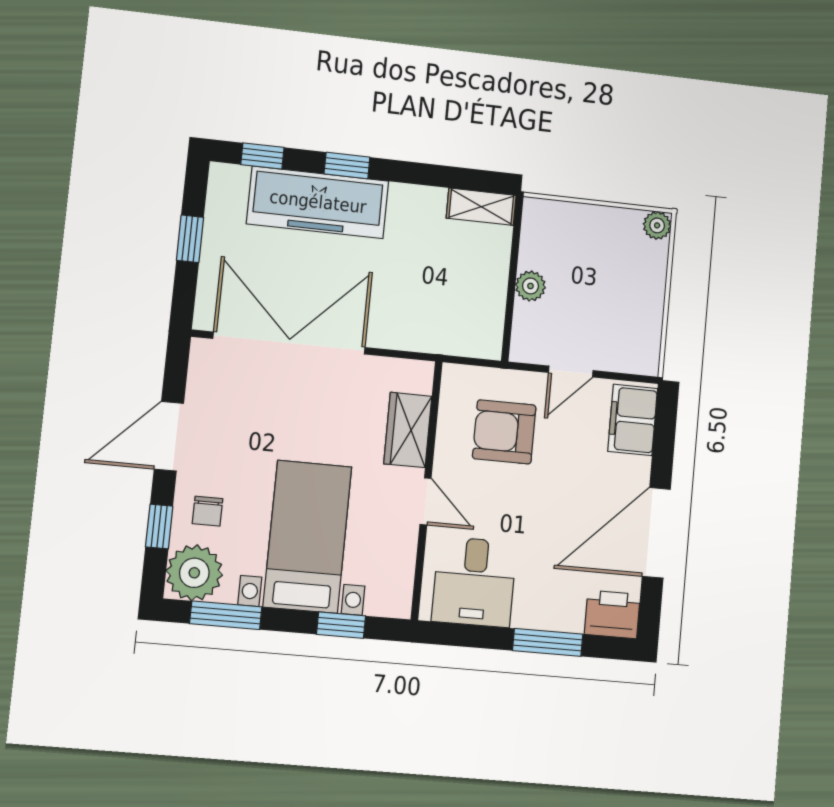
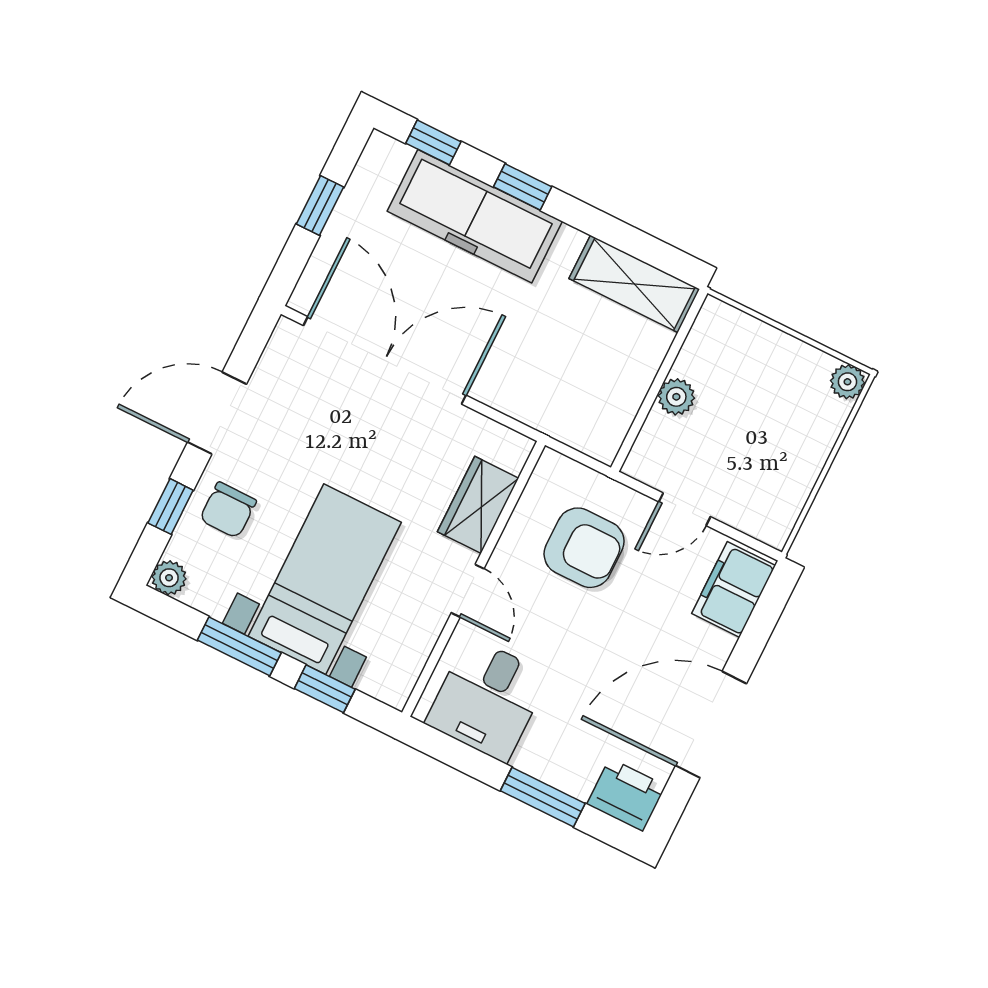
shelving: (481, 207) -> (634, 284), width x1.50, depth x1.33
armchair: (504, 432) -> (584, 548), turned 180
chair: (208, 511) -> (228, 510), width x1.37, depth x1.37
plant: (194, 573) -> (169, 578), width x0.53, depth x0.53
window: (226, 615) -> (239, 646), moved

